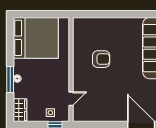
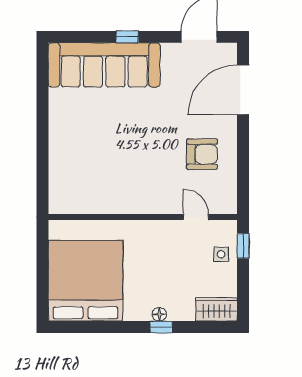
armchair: (101, 59) -> (202, 154), moved, turned 90
window: (10, 80) -> (161, 327), width x0.46

